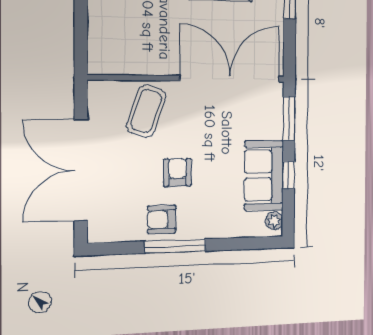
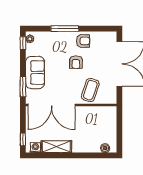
sofa: (264, 175) -> (35, 72), moved
window: (289, 175) -> (23, 43), moved
window: (175, 246) -> (65, 29), moved

